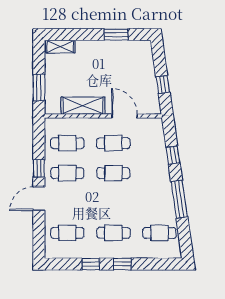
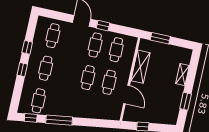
shelving: (60, 47) -> (183, 75), moved
door: (125, 116) -> (127, 94), hinge flipped
window: (173, 155) -> (31, 118), moved

